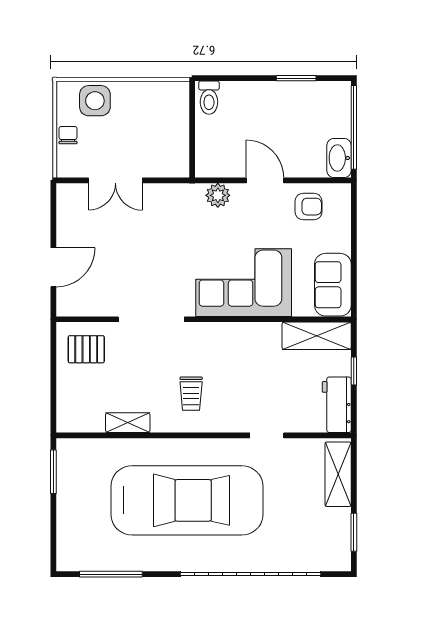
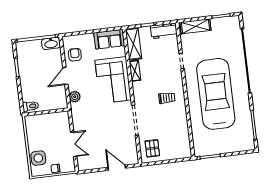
shelving: (128, 423) -> (135, 71), moved

